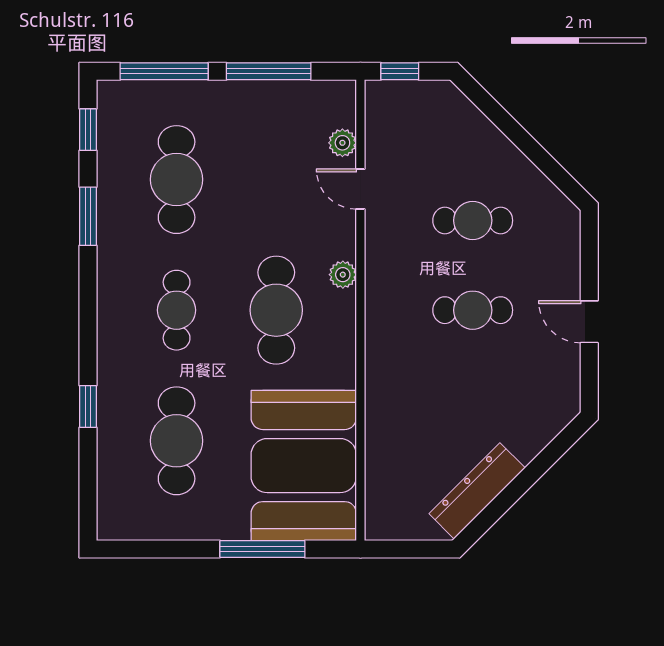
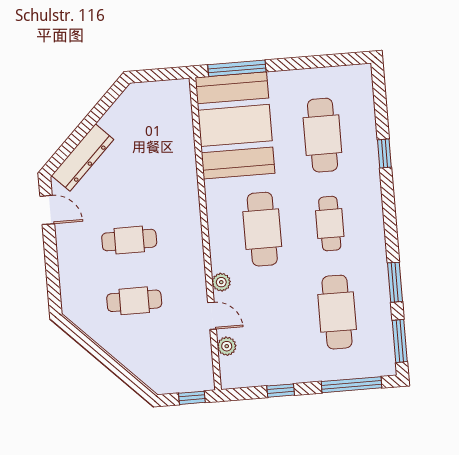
window: (269, 71) -> (281, 391), width x0.46
window: (88, 130) -> (400, 341), width x1.50
plant: (343, 275) -> (221, 282), moved
door: (589, 322) -> (47, 210), moved
dresser: (477, 491) -> (83, 158), moved
window: (262, 549) -> (237, 68), moved

